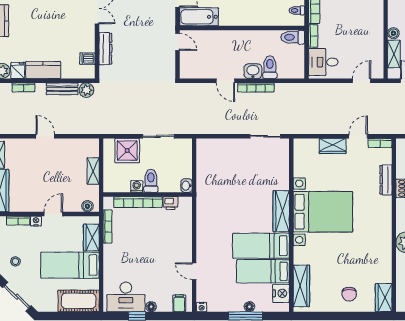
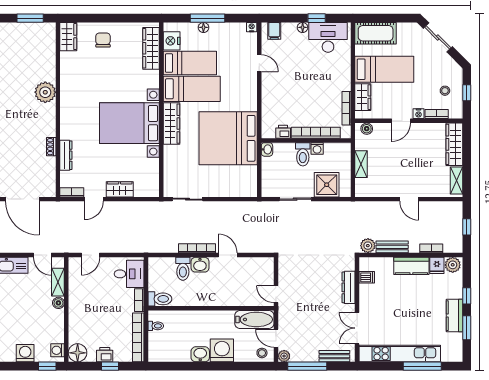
bed: (225, 197) -> (228, 138), added
stool: (15, 261) -> (445, 91), moved

